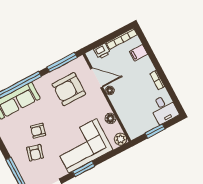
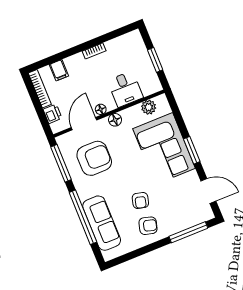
armchair: (69, 89) -> (94, 158), turned -90
desk: (164, 109) -> (125, 89), moved, turned 90
floor lamp: (110, 118) -> (115, 120), moved
plant: (121, 139) -> (149, 107), moved
armchair: (35, 153) -> (148, 226), moved

